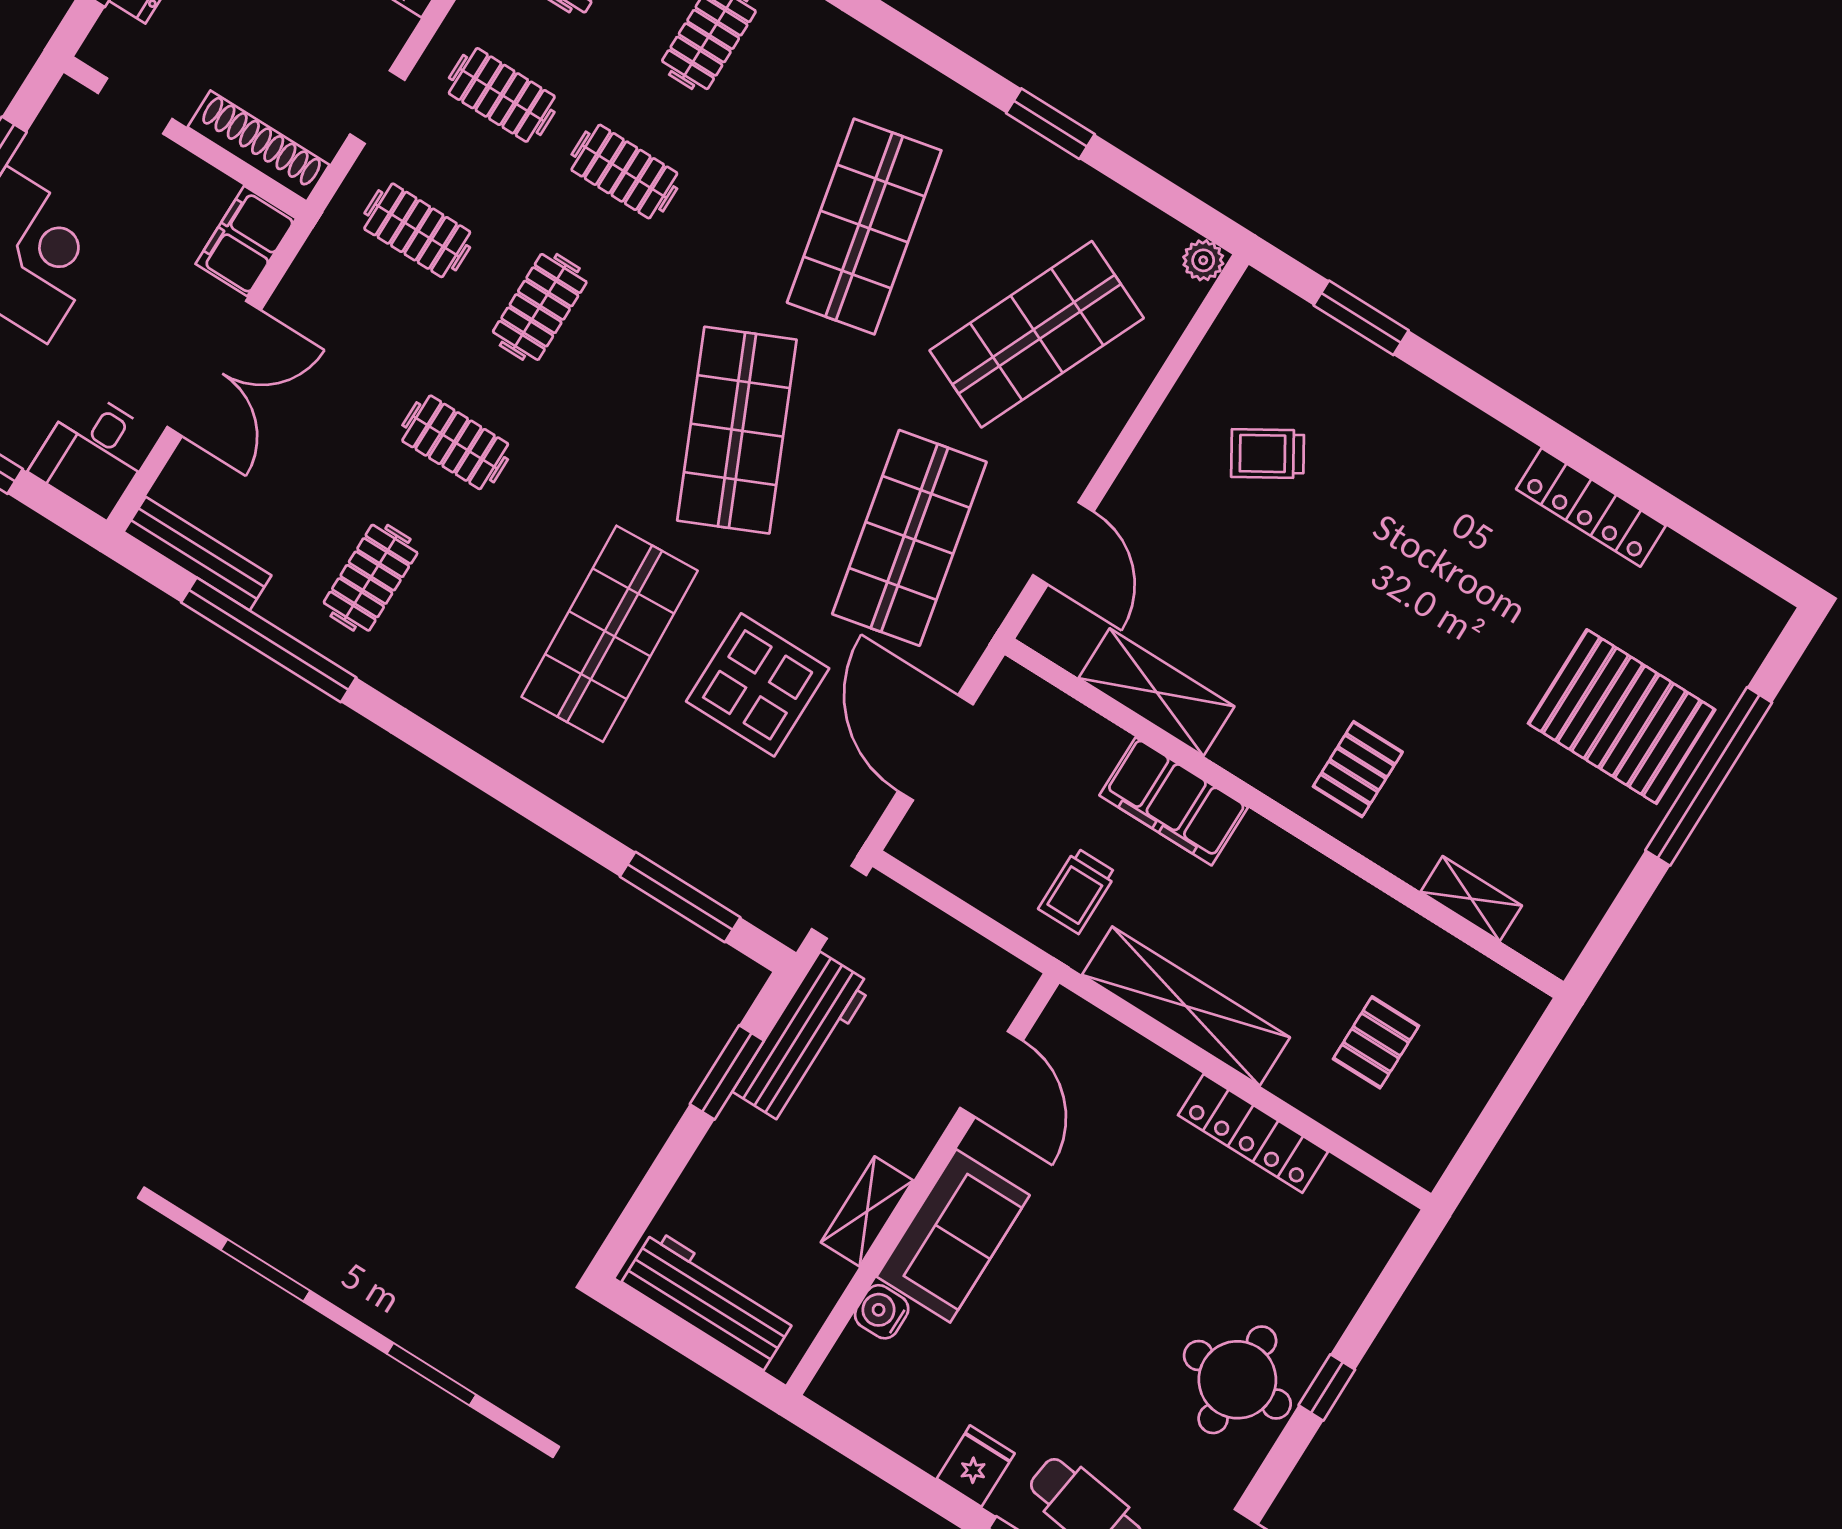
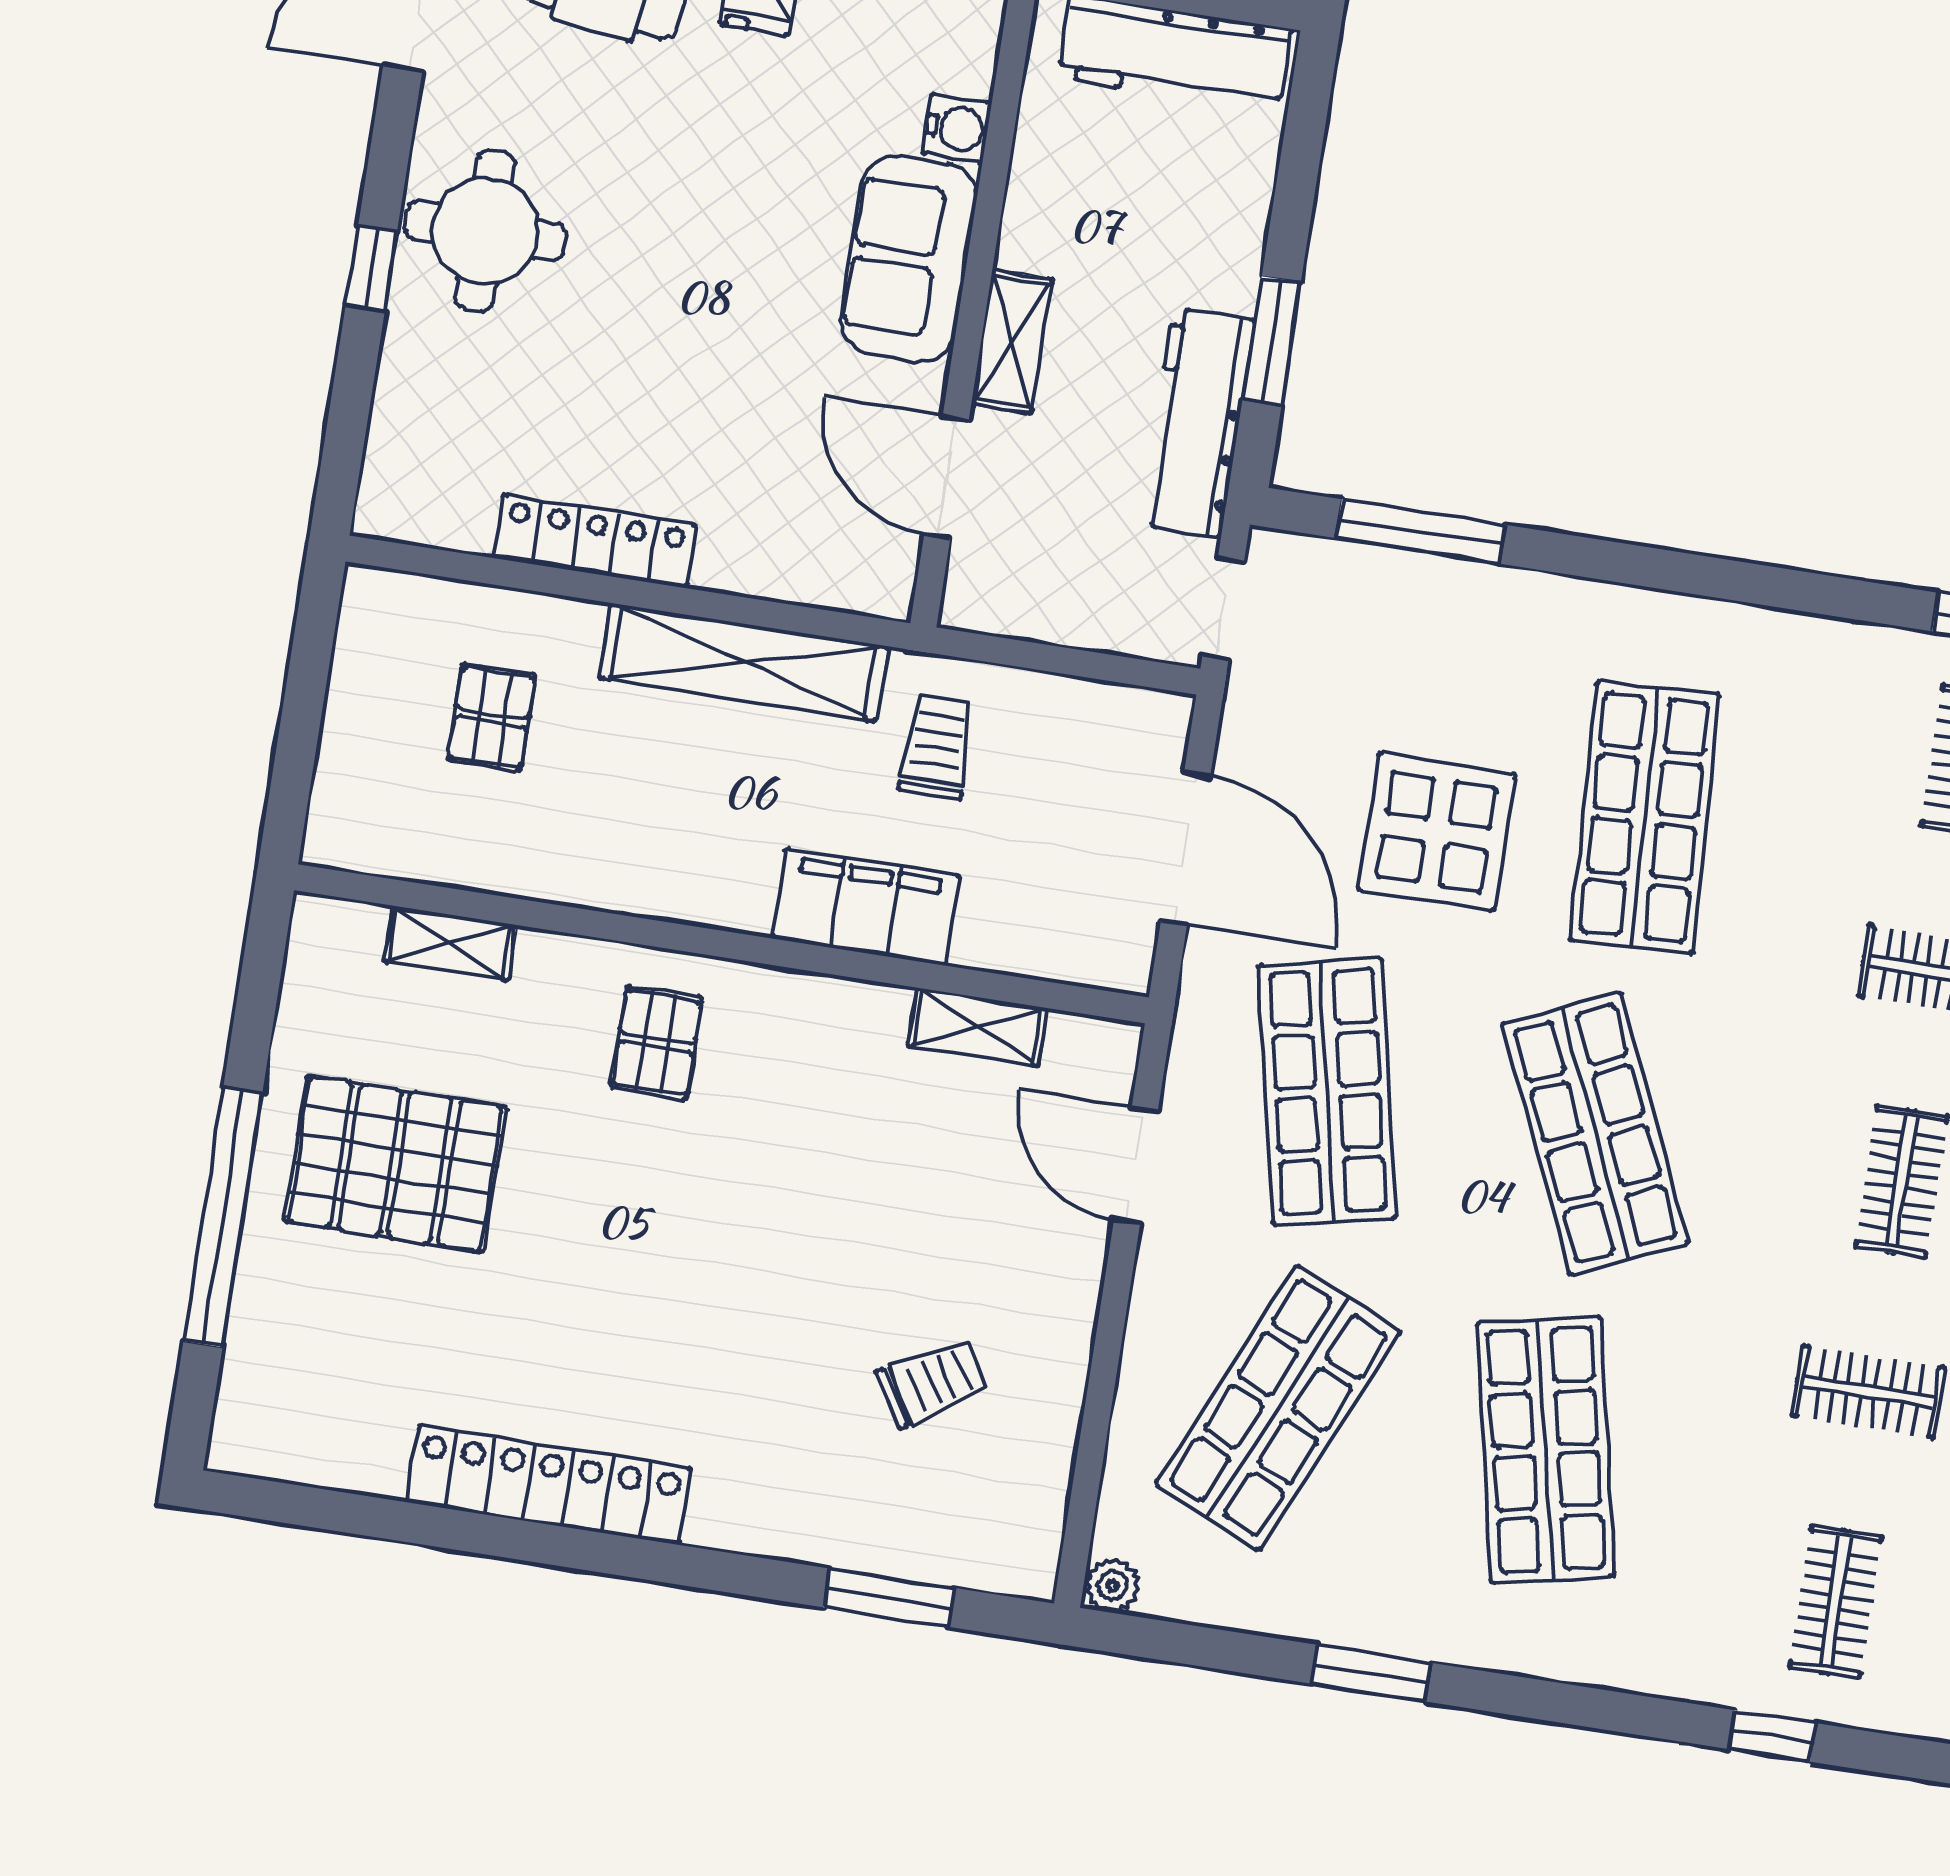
locker: (1591, 507) -> (549, 1485), width x1.41, depth x1.21
shelving: (1156, 692) -> (978, 1027), width x0.67, depth x0.75
pallet: (1622, 717) -> (395, 1164), moved
shelving: (867, 1211) -> (1012, 341), moved

